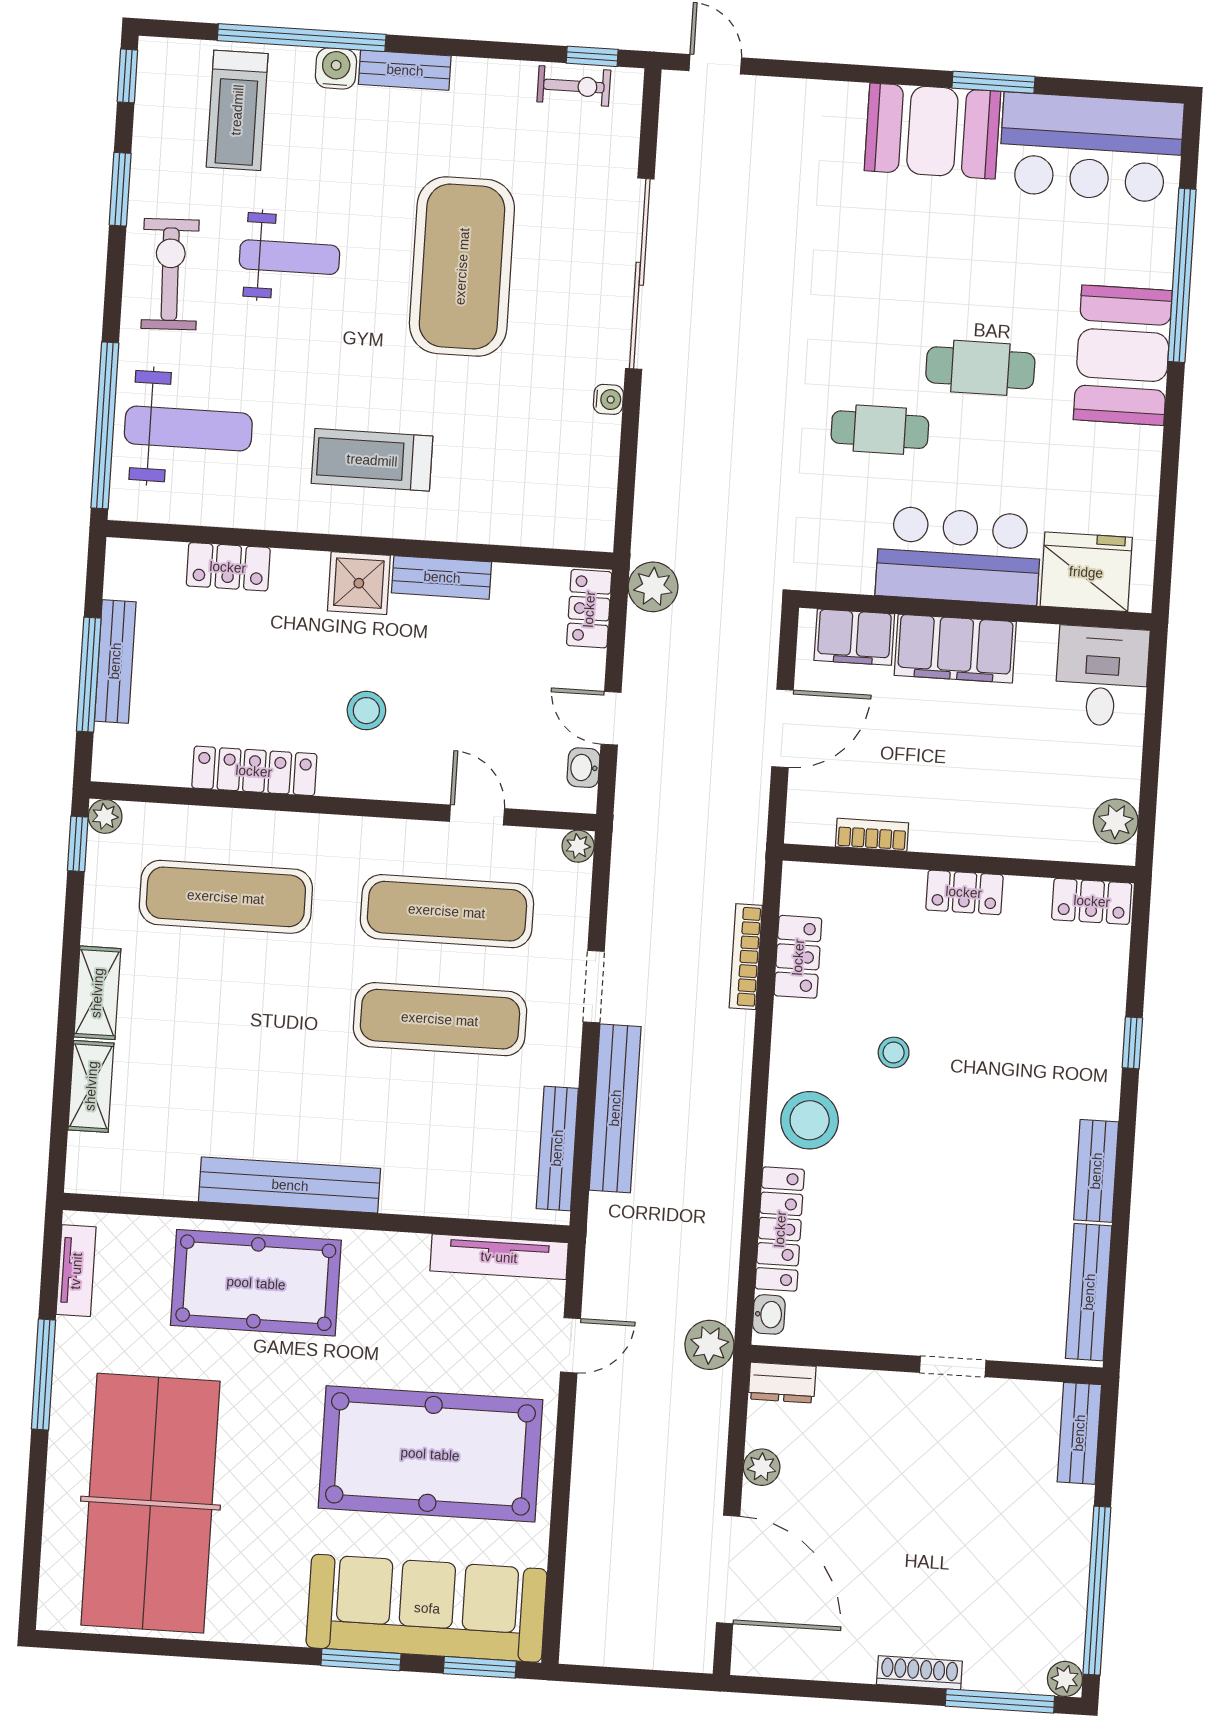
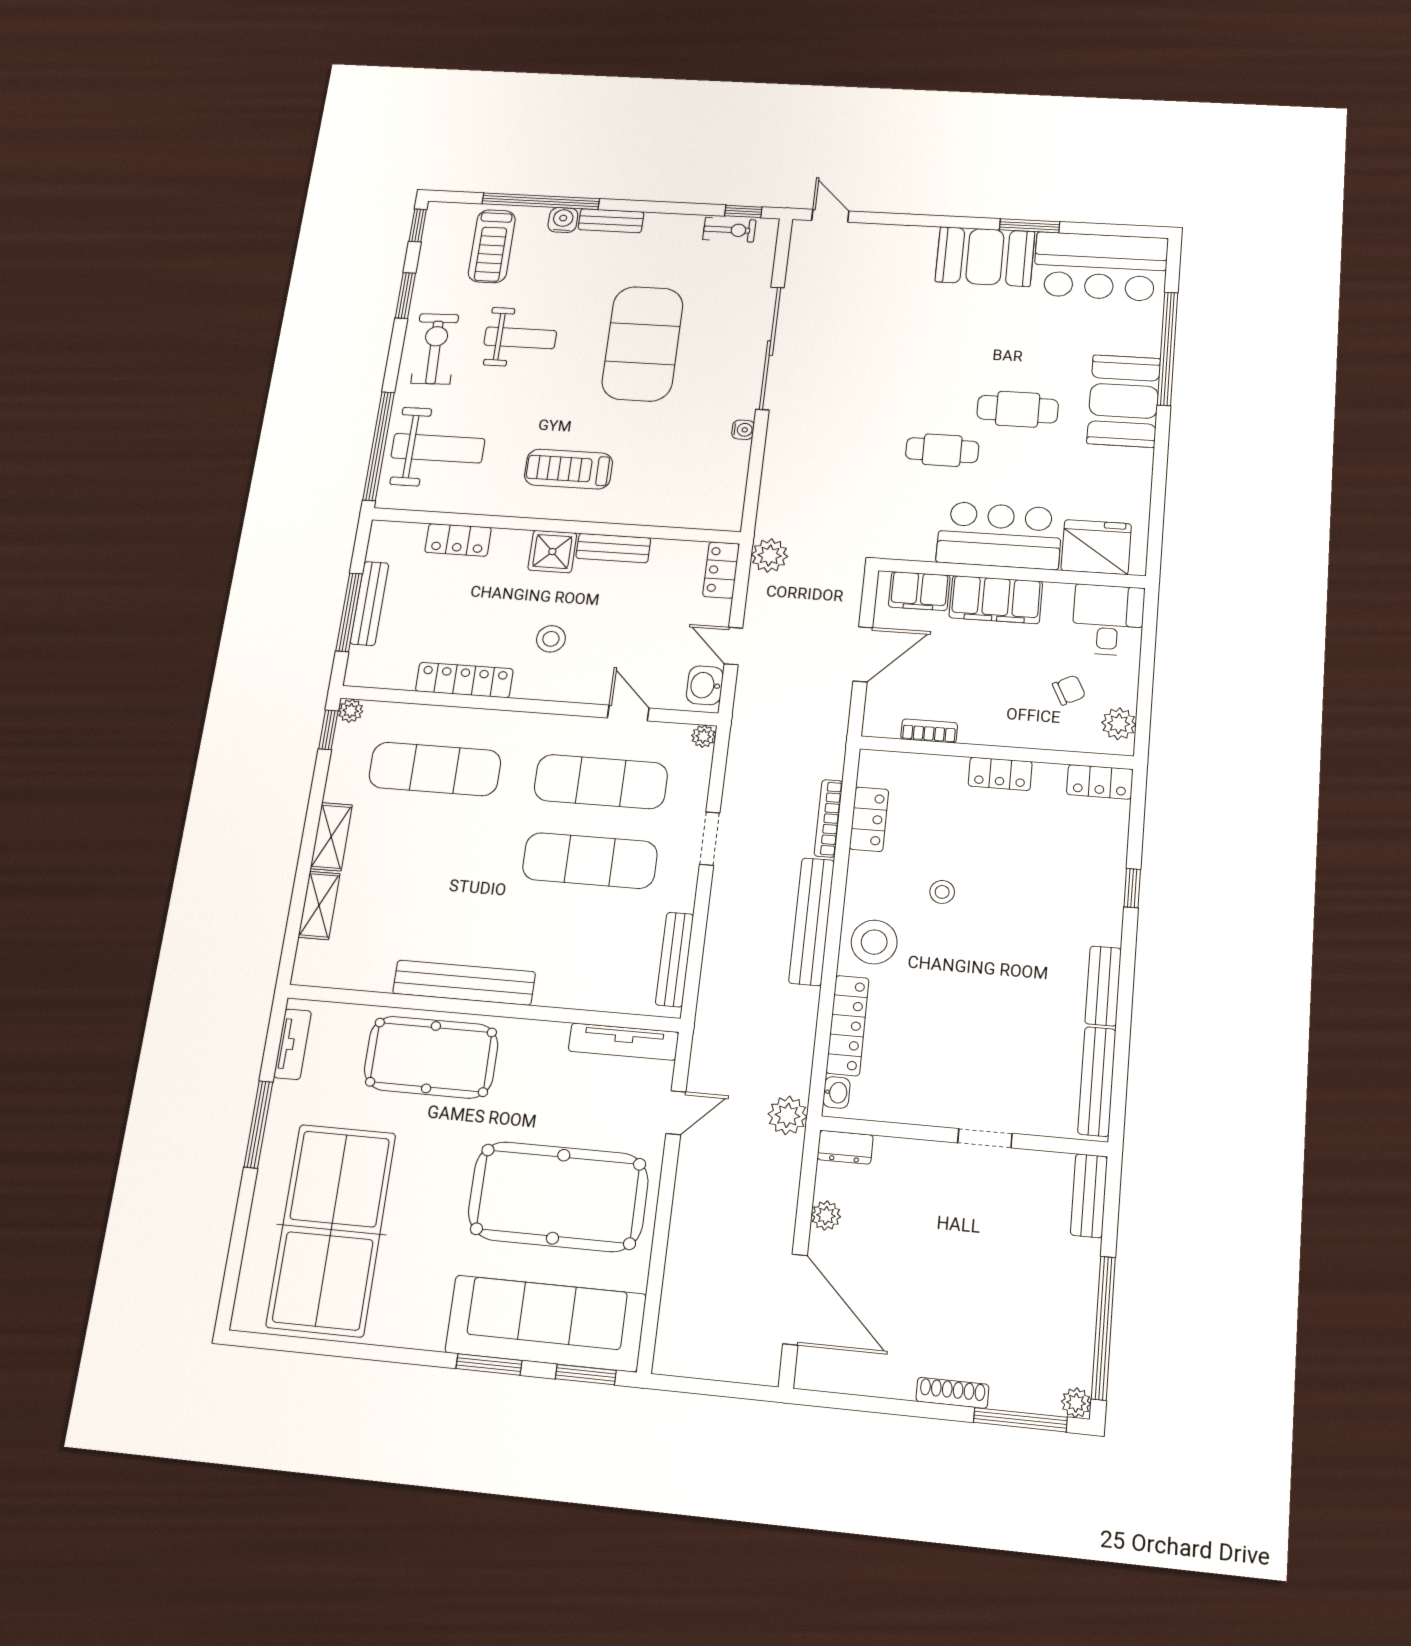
washbasin: (583, 768) -> (705, 685), width x1.38, depth x1.45
chair: (1052, 776) -> (1069, 690), added
bench: (615, 1108) -> (812, 921), moved

